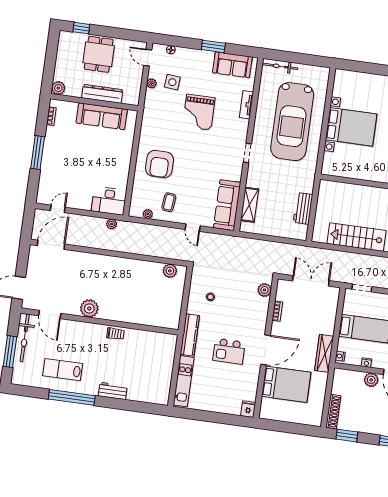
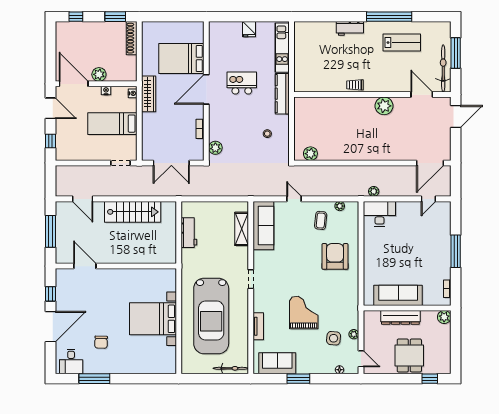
car: (292, 122) -> (211, 316), turned 180
fridge: (248, 409) -> (249, 29), moved

